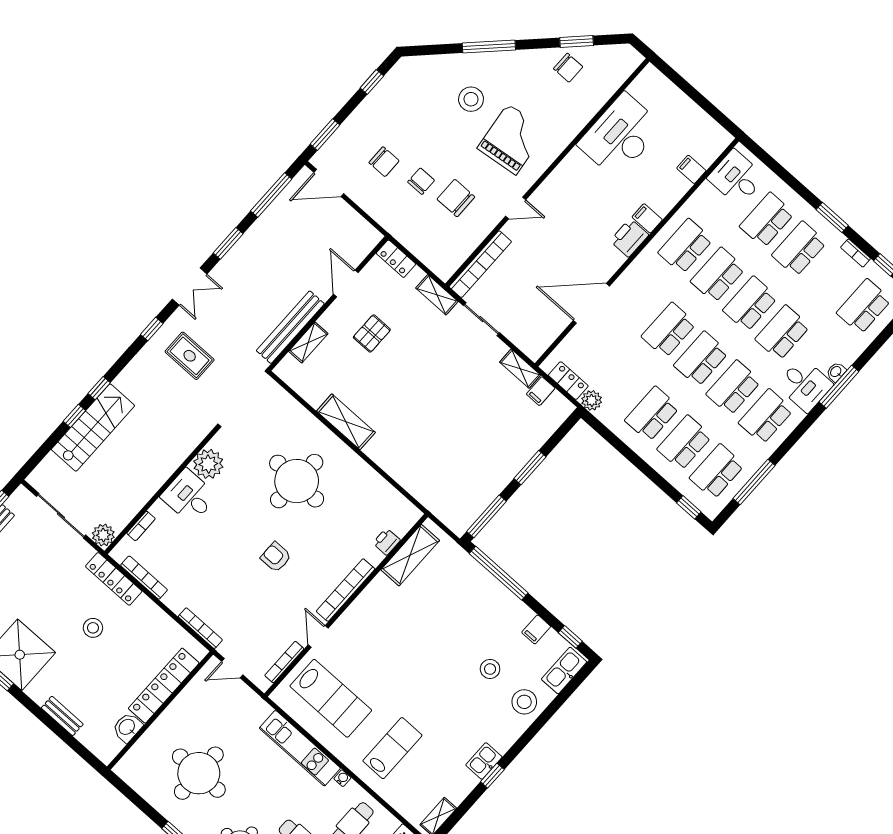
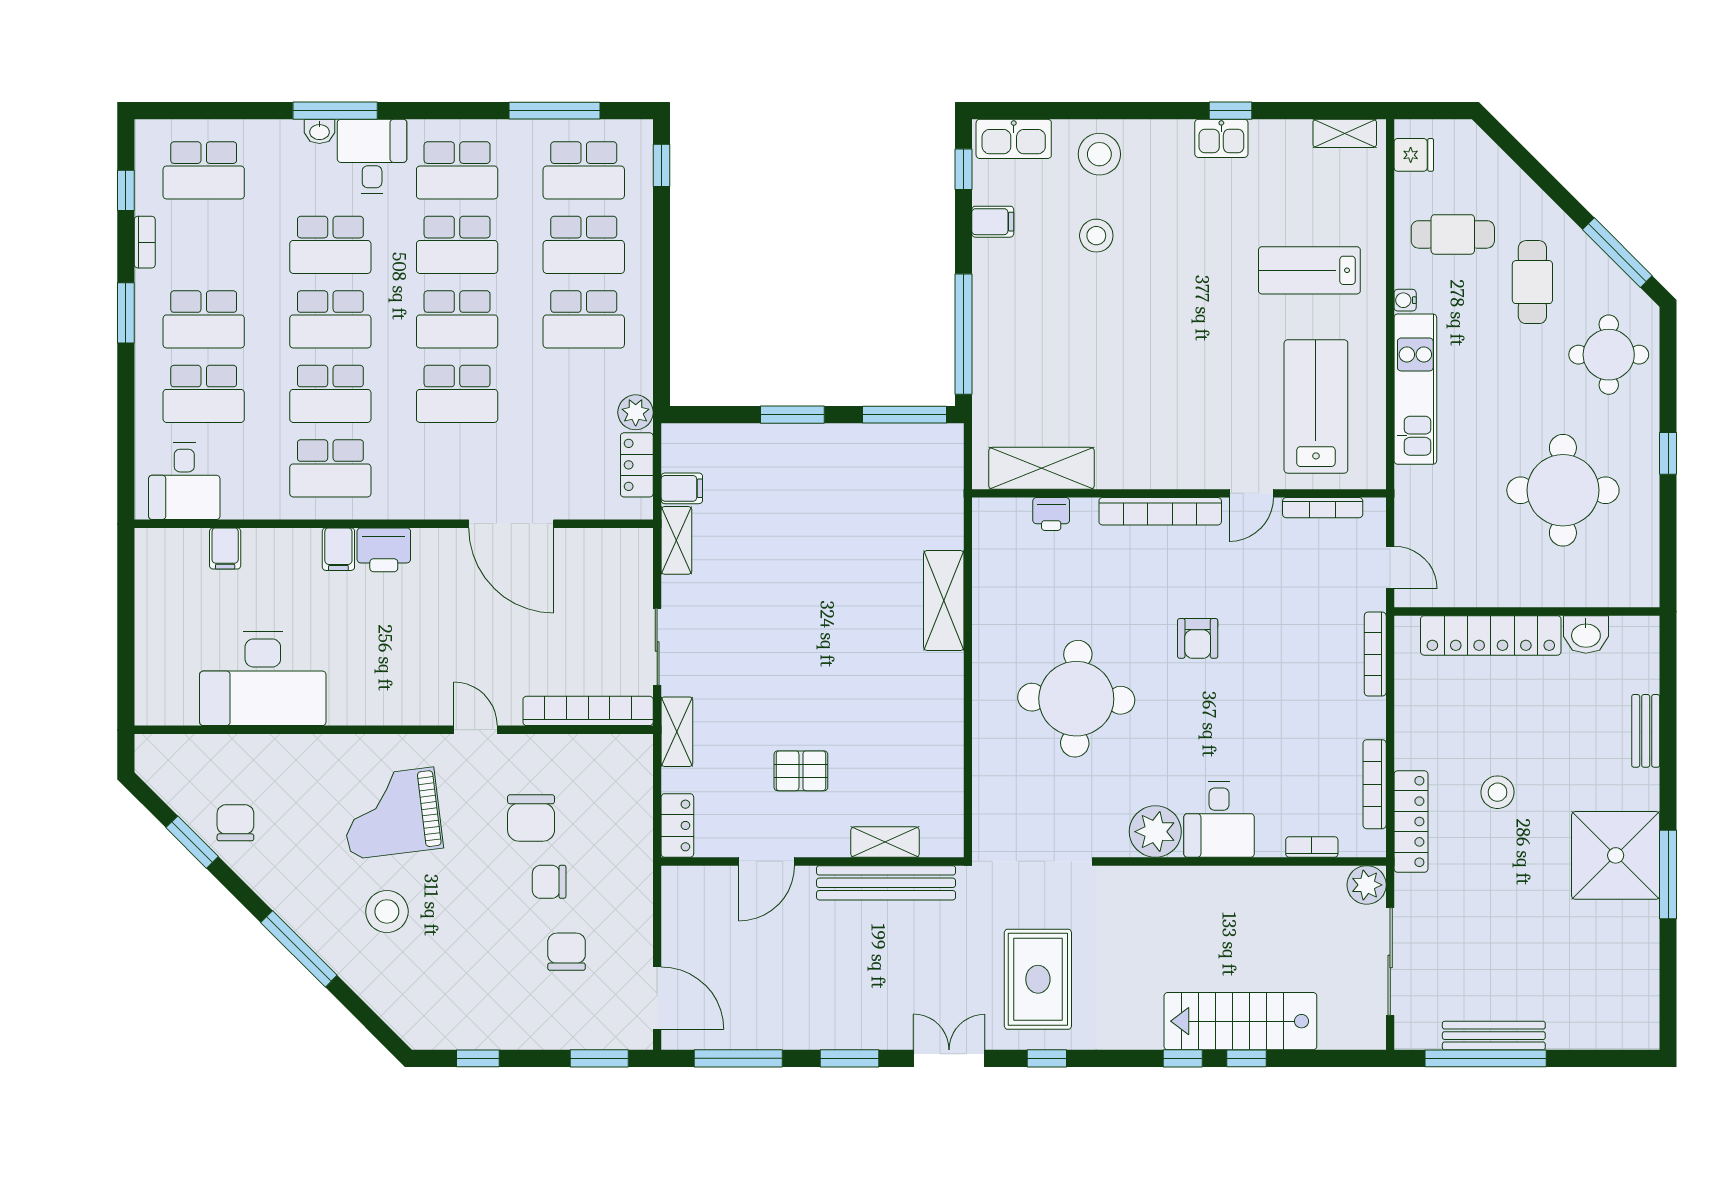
rug: (190, 356) -> (1038, 979), width x1.36, depth x1.43
shelving: (346, 422) -> (944, 601), moved

